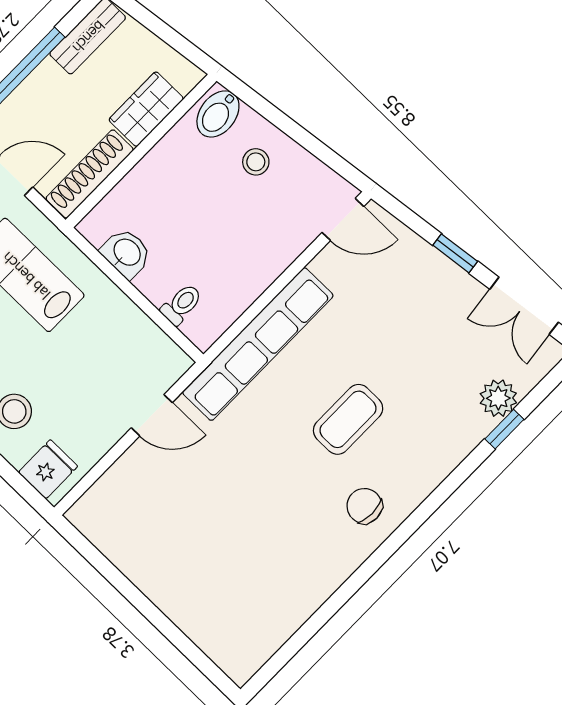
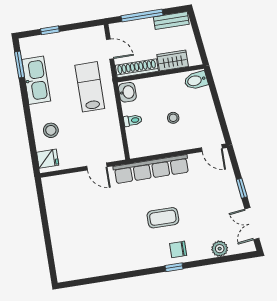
stool: (256, 162) -> (173, 118), moved
washbasin: (126, 253) -> (127, 92), moved
toilet: (182, 304) -> (133, 120), moved
window: (504, 429) -> (174, 267), moved
chair: (364, 506) -> (178, 249), moved, turned -90

